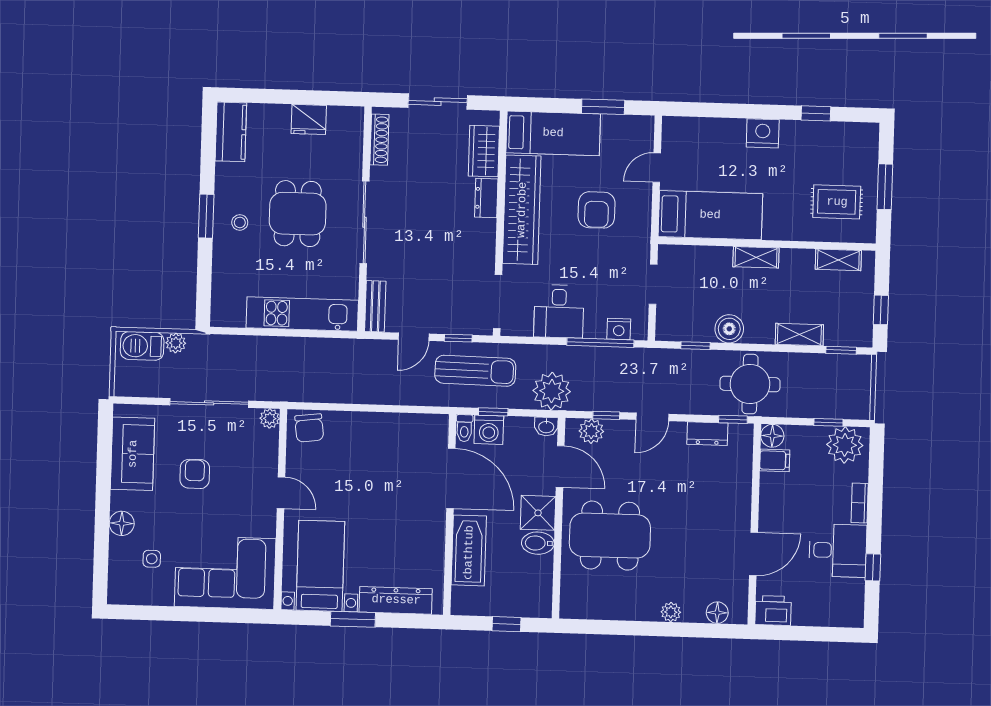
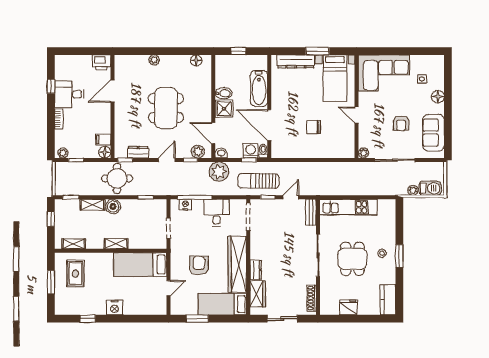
rug: (837, 202) -> (75, 274), turned 90
boiler: (729, 329) -> (113, 206), moved
chair: (309, 428) -> (314, 127), moved, turned -83
plant: (845, 445) -> (63, 153), width x0.53, depth x0.53
dining table: (610, 536) -> (166, 108), moved, turned 90
floor lamp: (717, 613) -> (196, 60), moved

